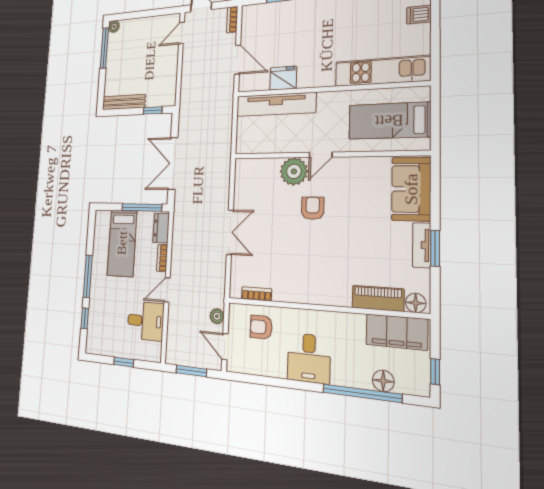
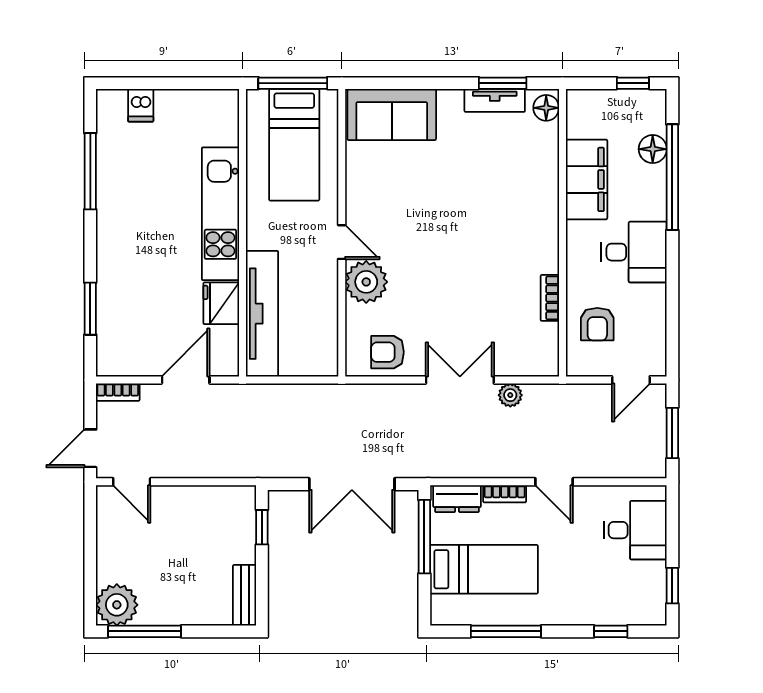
plant: (114, 27) -> (117, 605), width x1.88, depth x1.88
kitchen unit: (382, 71) -> (220, 214), moved
bench: (124, 102) -> (245, 595), width x0.73
window: (435, 118) -> (293, 83), added
armchair: (313, 208) -> (387, 352), moved
tv unit: (422, 245) -> (495, 100), moved
window: (435, 248) -> (503, 83), moved
window: (88, 276) -> (506, 631), moved
bookcase: (257, 294) -> (550, 298), moved
piano: (378, 298) -> (544, 157), removed
plant: (217, 316) -> (510, 395), moved
desk: (146, 321) -> (635, 530), moved, turned 90
filing cabinet: (397, 332) -> (587, 179), moved
window: (124, 362) -> (672, 586), moved

